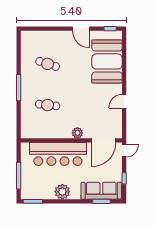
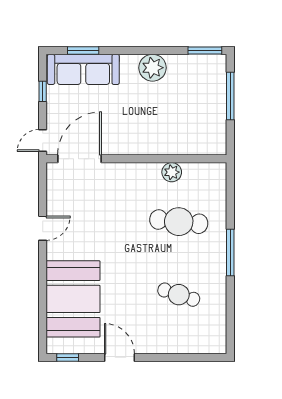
cafe table: (48, 105) -> (179, 222), width x1.37, depth x1.35
plant: (77, 133) -> (172, 172), moved
bar counter: (58, 154) -> (160, 135), removed

